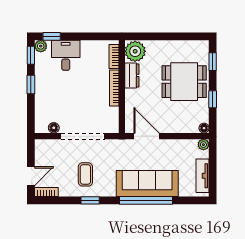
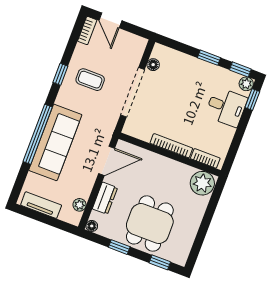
dresser: (132, 75) -> (105, 198), moved, turned -90
plant: (203, 145) -> (79, 205), moved

